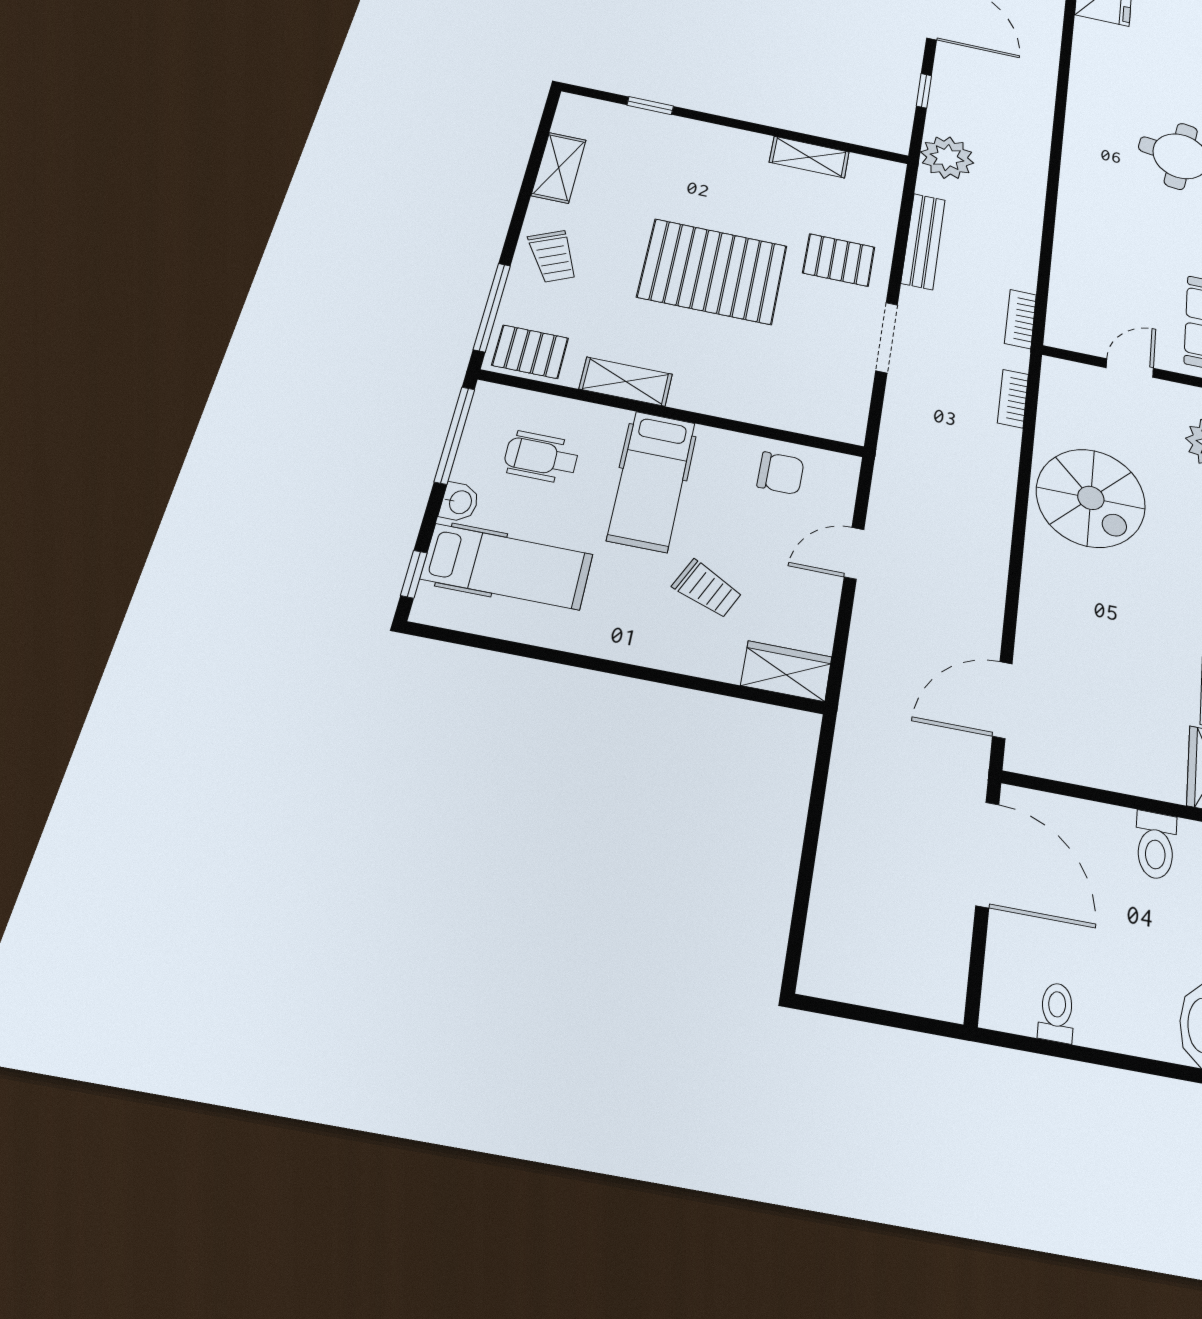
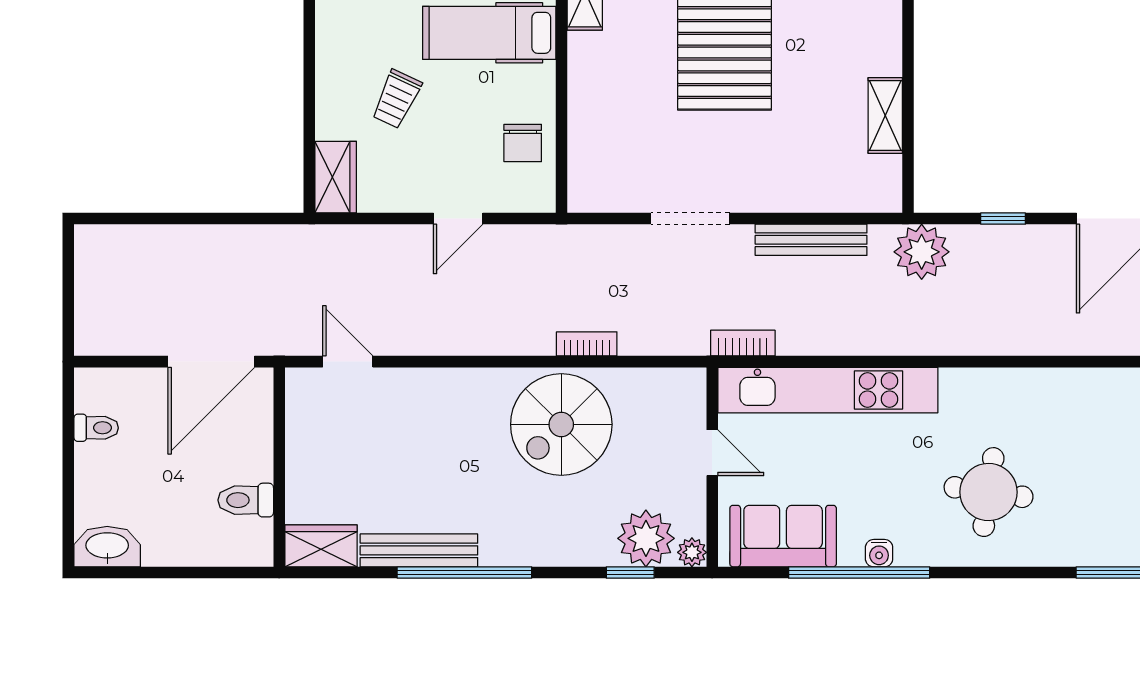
kitchen unit: (1074, 259) -> (828, 390), added
pallet: (839, 260) -> (768, 162), removed
bookcase: (1013, 399) -> (587, 344), moved
door: (854, 553) -> (458, 219), swing flipped
door: (1002, 700) -> (348, 362), width x0.73

